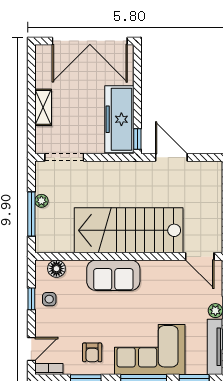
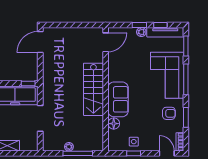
doorway: (64, 157) -> (40, 118), moved
door: (171, 157) -> (40, 42), moved
stairs: (129, 230) -> (93, 89), width x0.73, depth x0.66
floor lamp: (56, 269) -> (114, 124), moved

